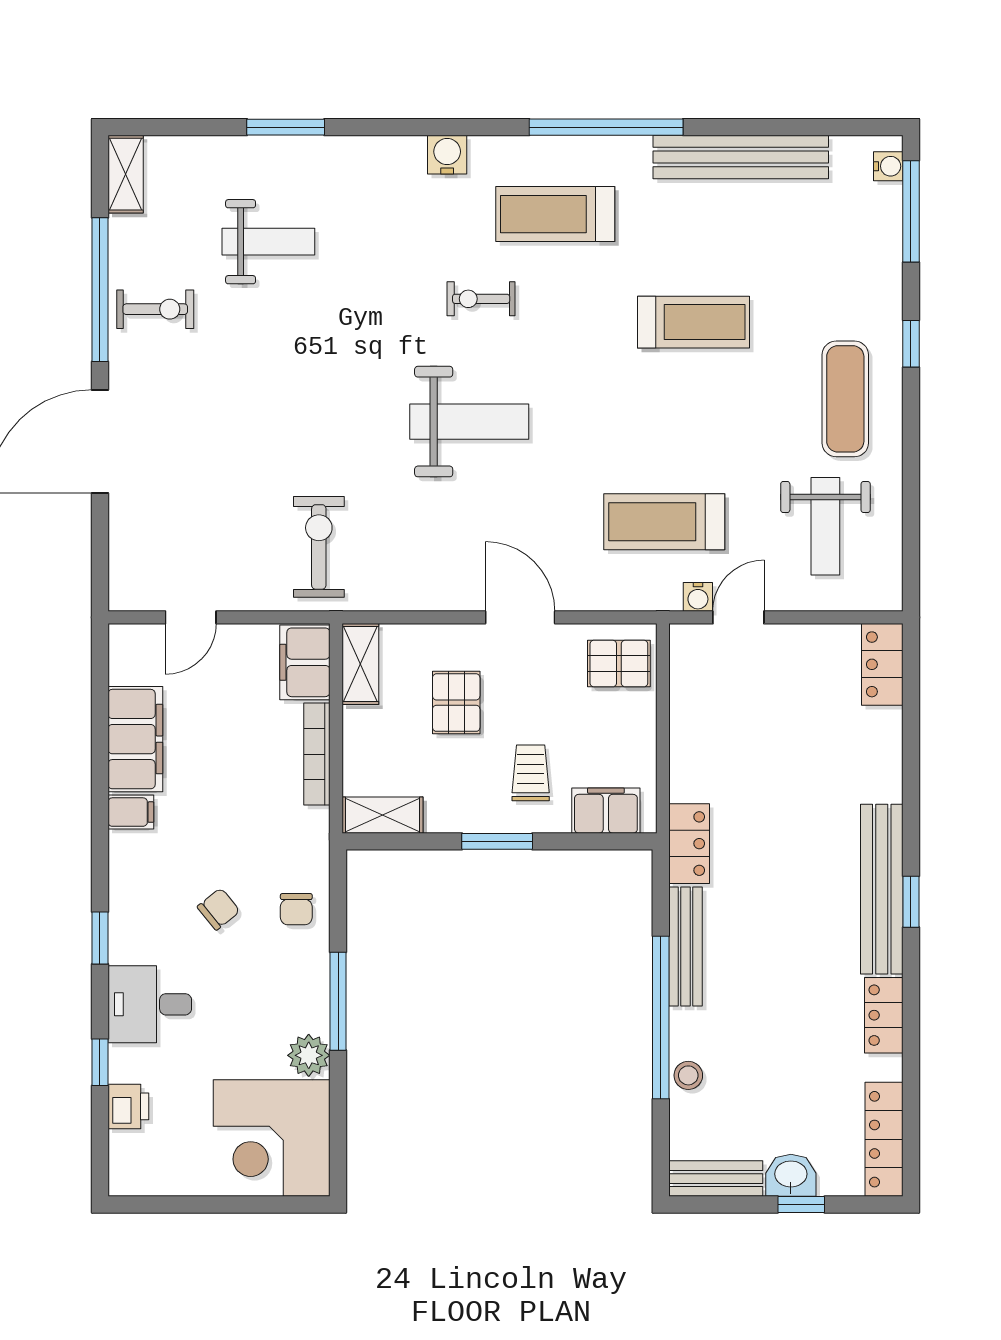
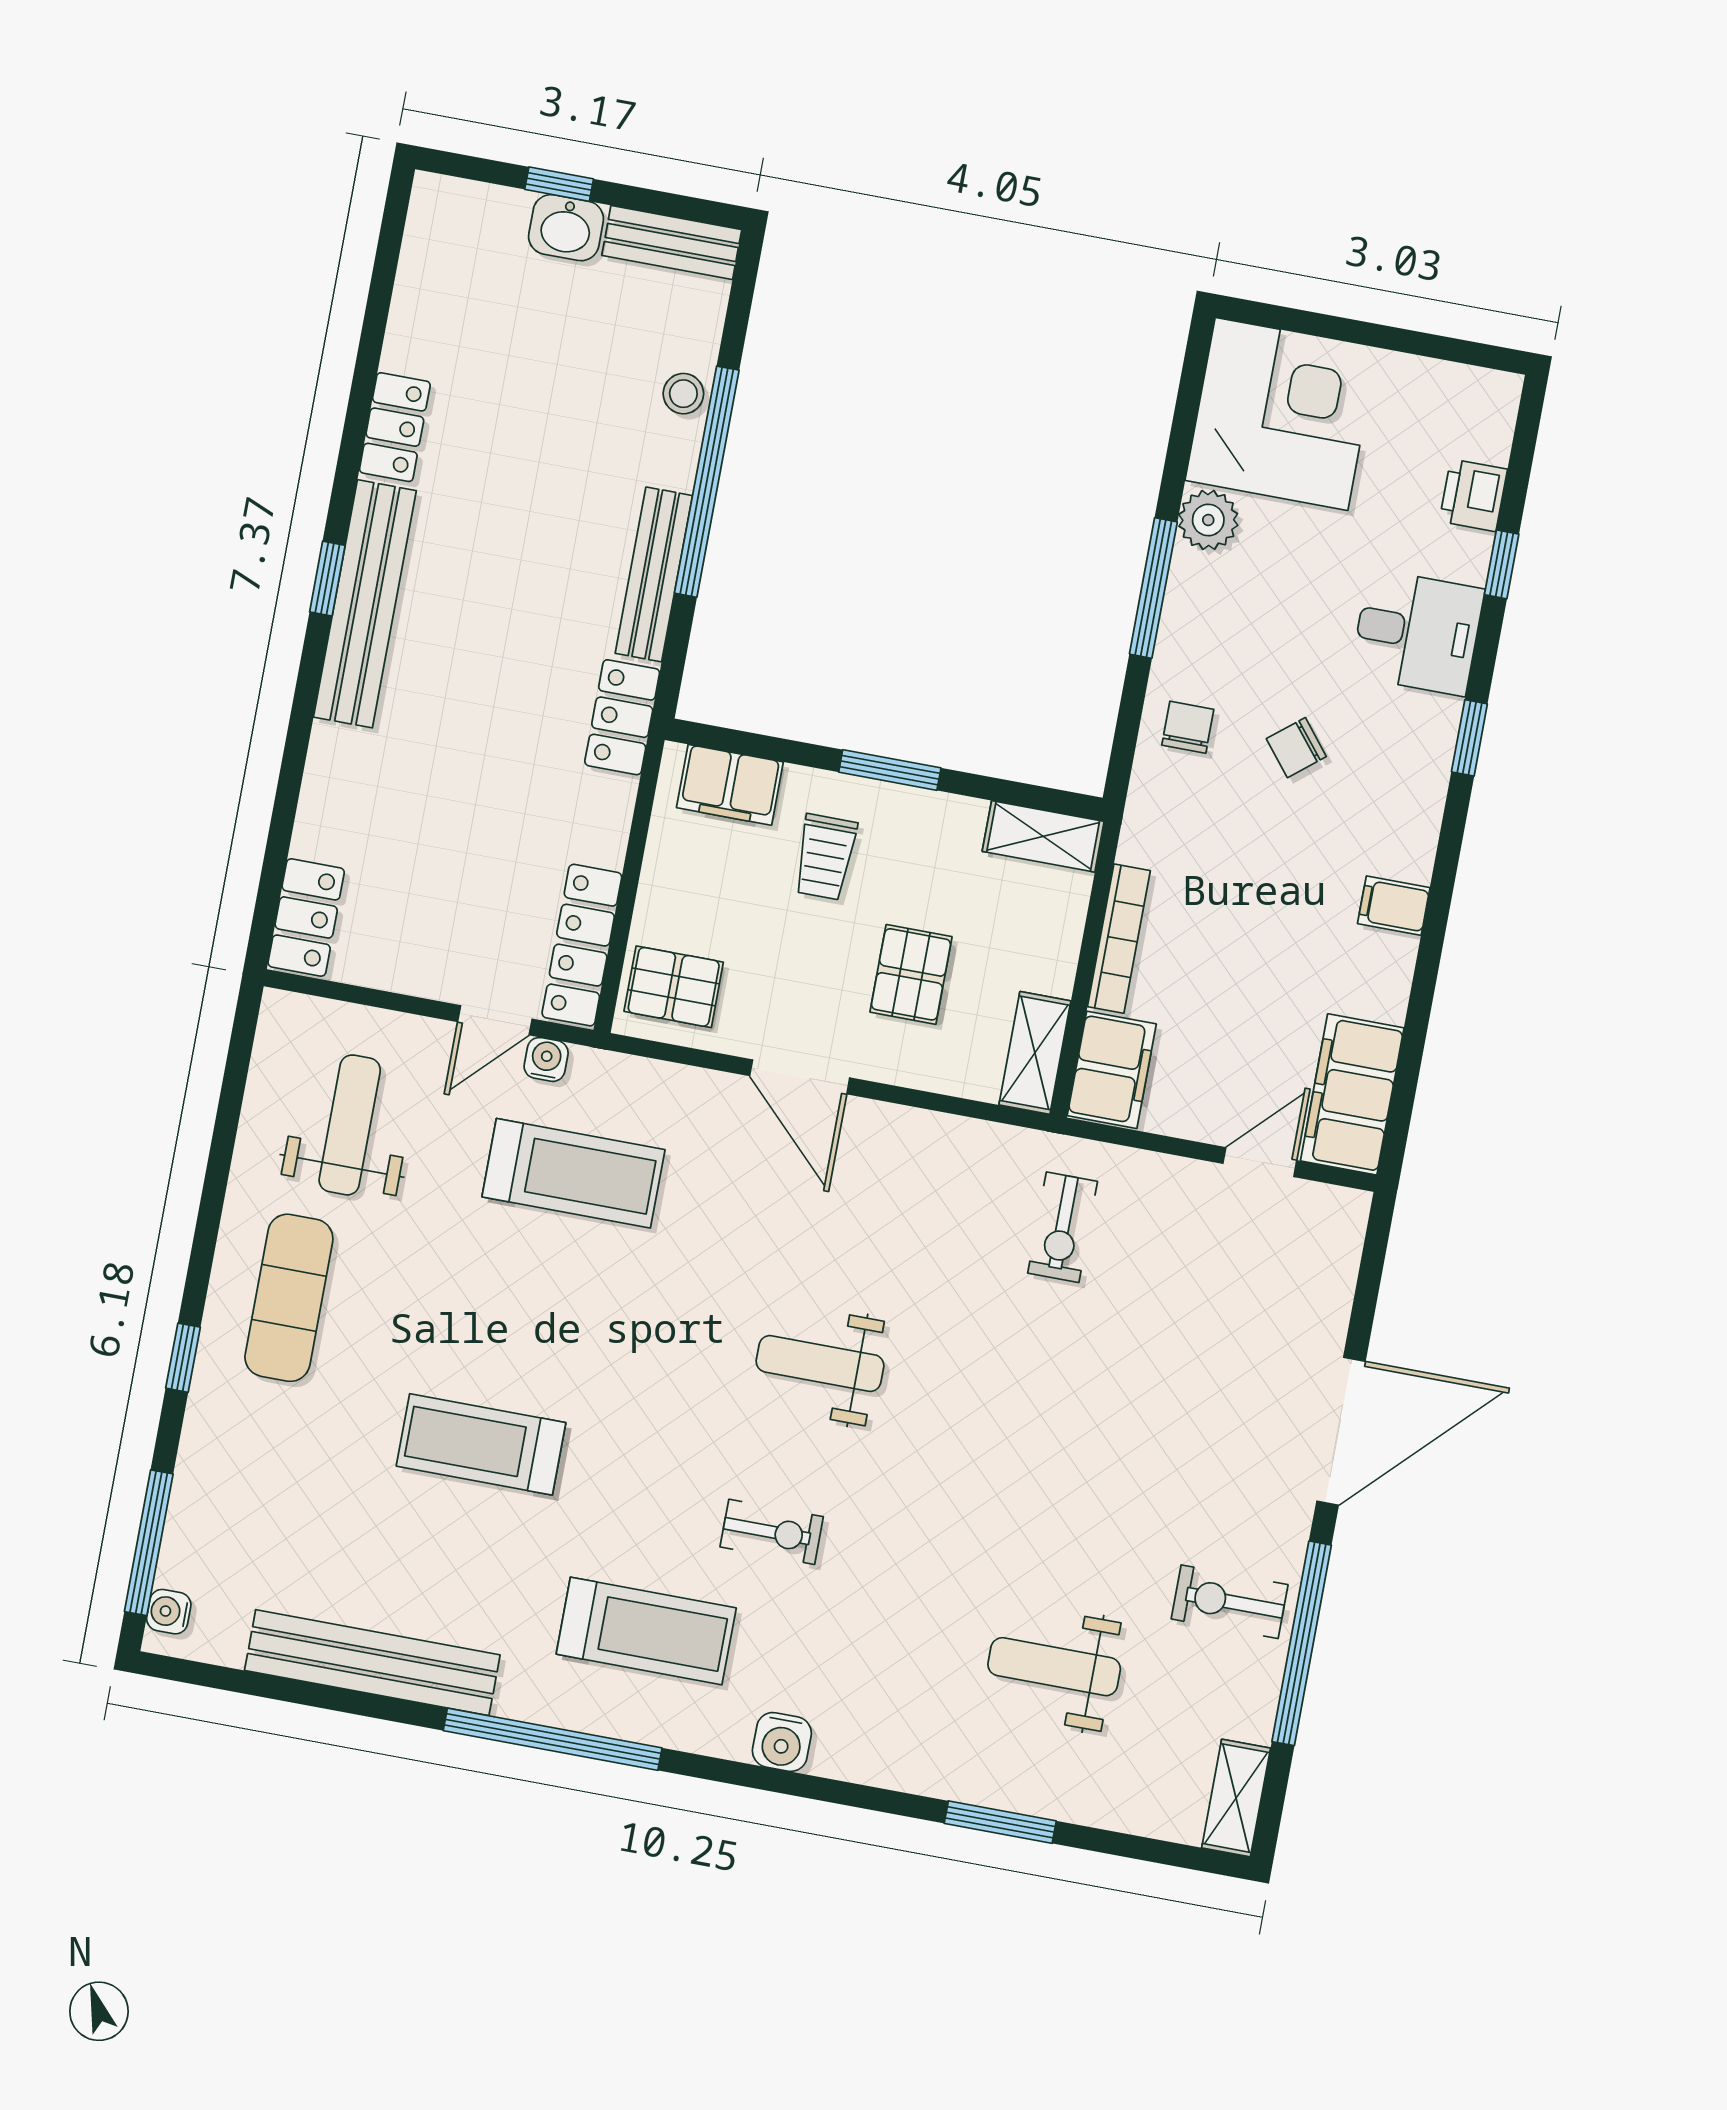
weight bench: (469, 422) -> (820, 1363), width x0.73, depth x0.75
exercise bike: (319, 547) -> (1063, 1227), width x0.73, depth x0.72
filing cabinet: (135, 739) -> (1352, 1094), moved
locker: (884, 1139) -> (582, 945), moved, turned 180

